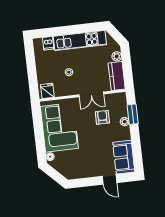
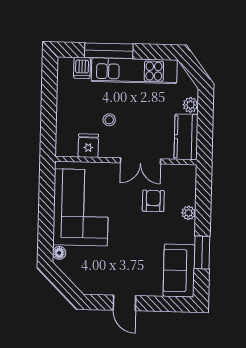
window: (63, 31) -> (109, 51), added
fridge: (47, 91) -> (88, 146), moved
window: (133, 114) -> (202, 252), moved
door: (109, 179) -> (124, 303), moved

